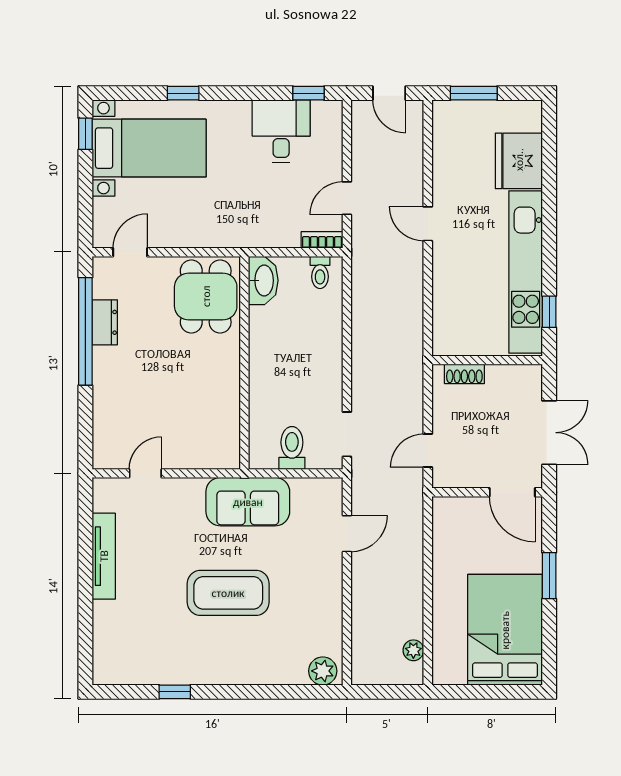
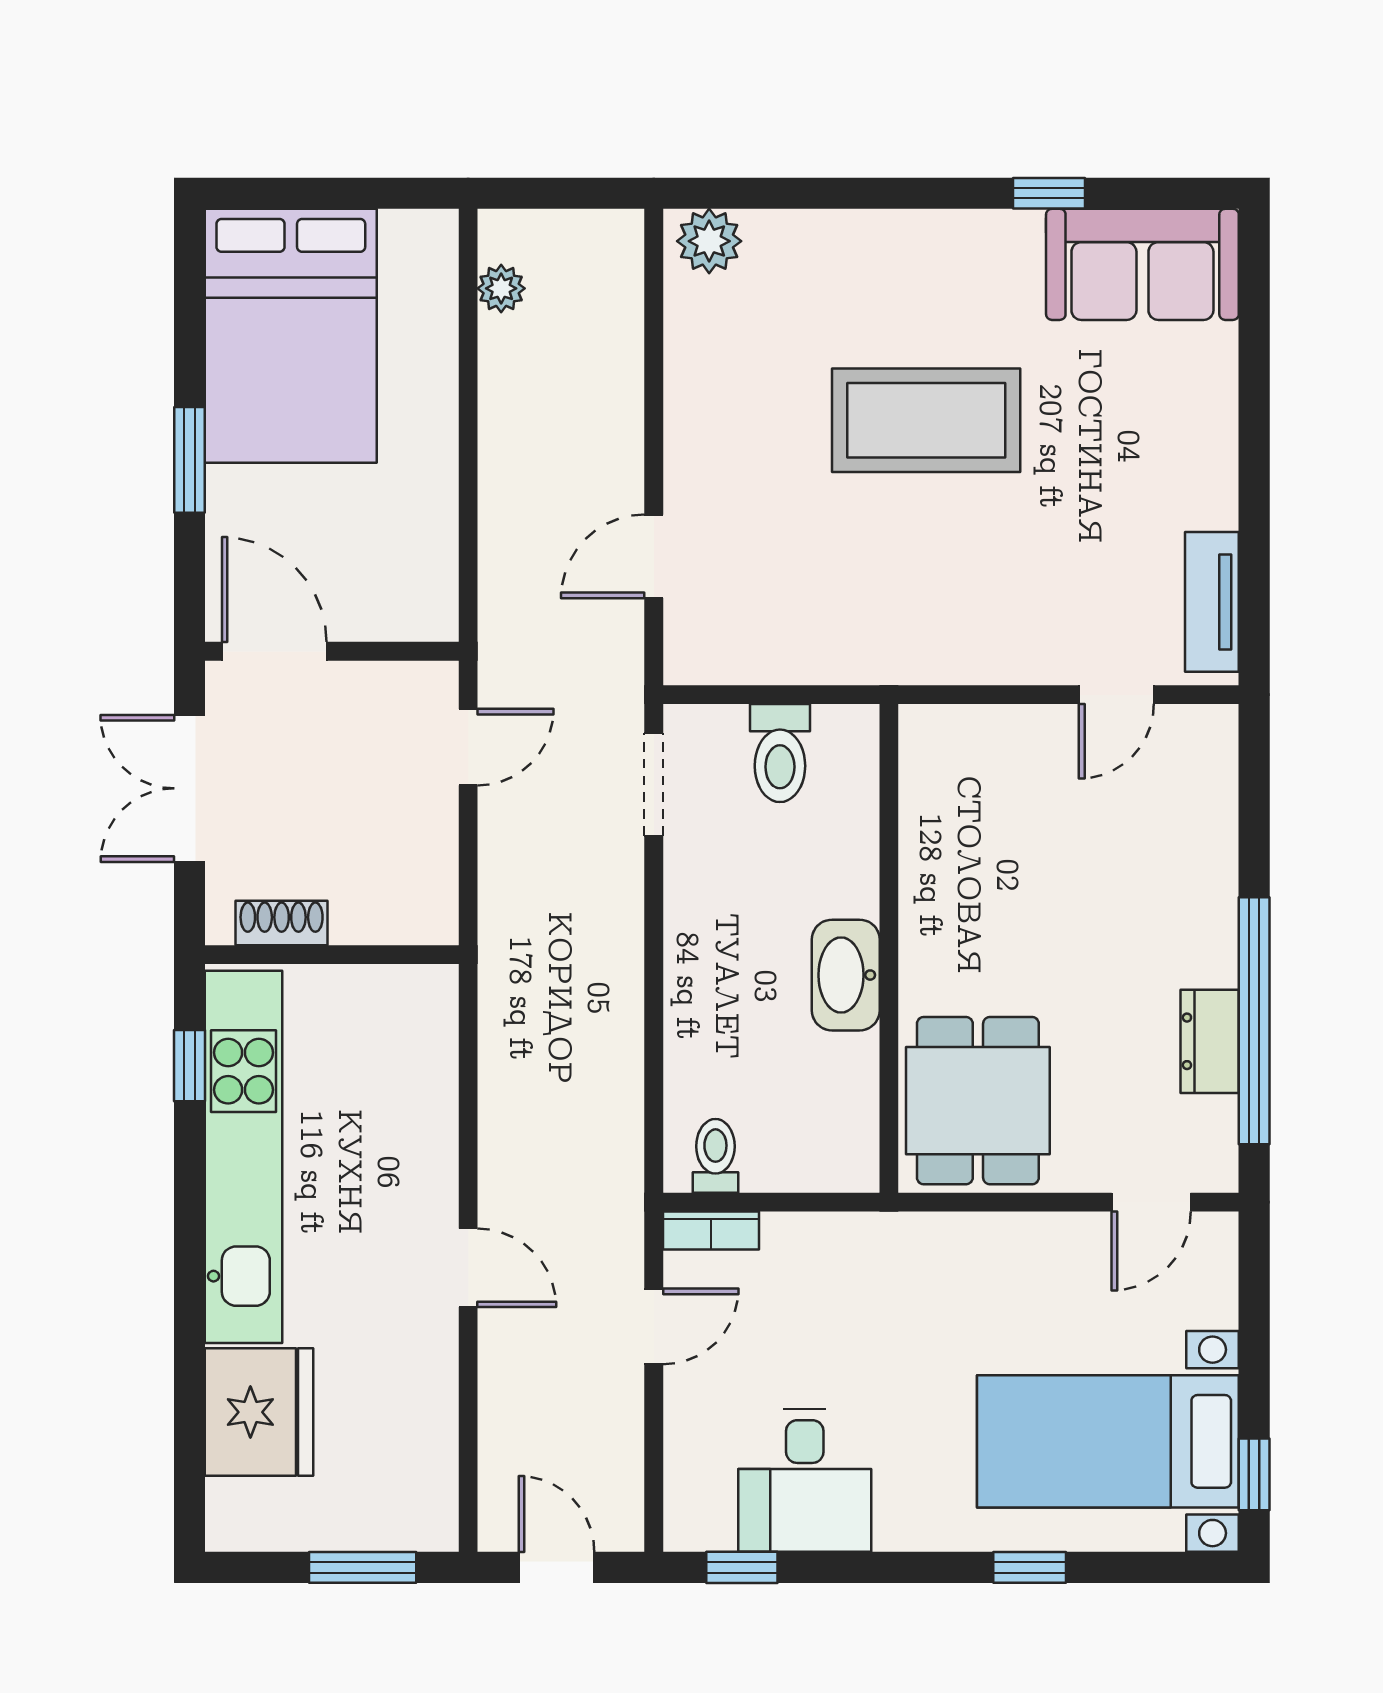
washbasin: (263, 280) -> (846, 975), moved
shoe rack: (464, 374) -> (282, 923), moved
sofa: (248, 502) -> (1142, 264), moved, turned 180
tv unit: (104, 556) -> (1212, 602), moved, width x0.71

